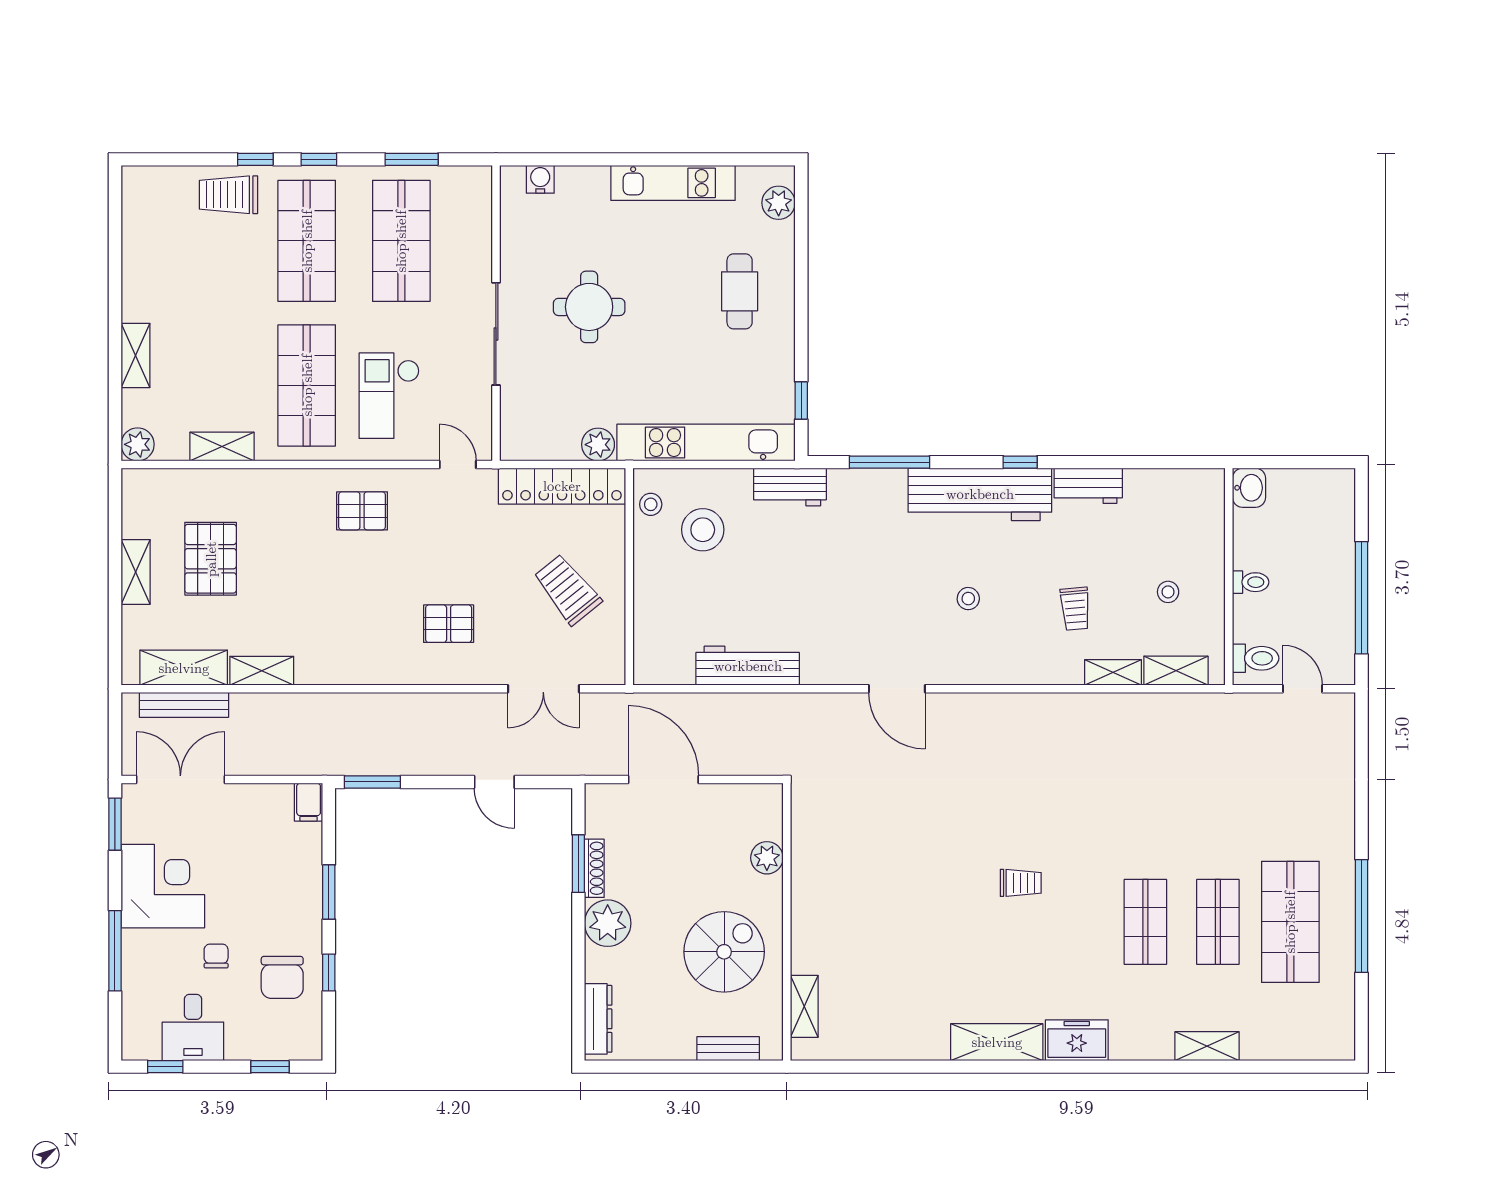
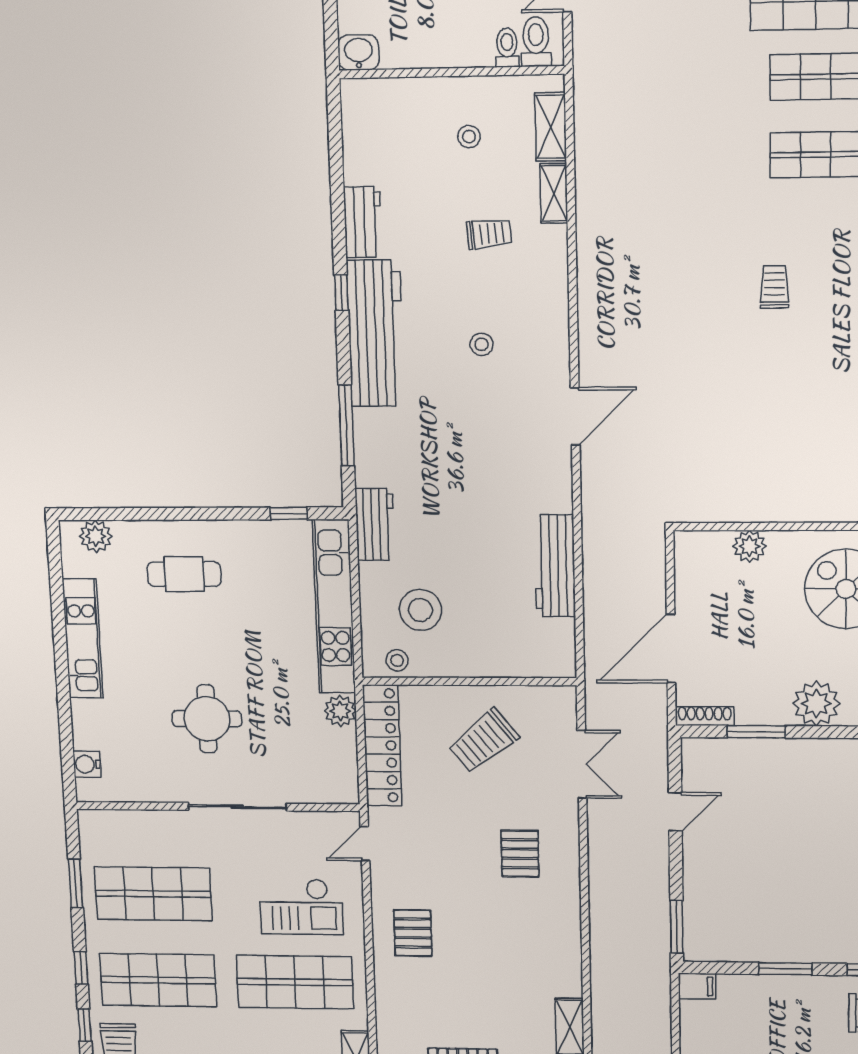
toilet: (1251, 582) -> (507, 48), moved
shoe rack: (594, 868) -> (705, 716), moved

